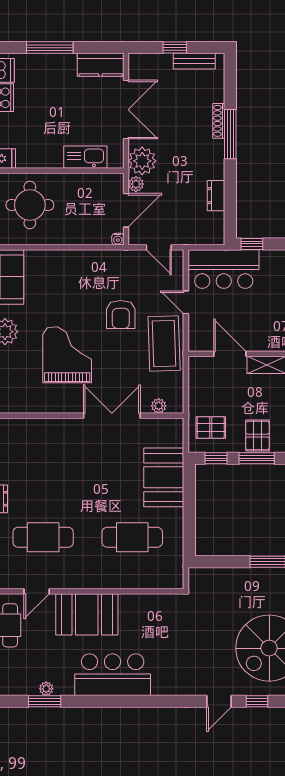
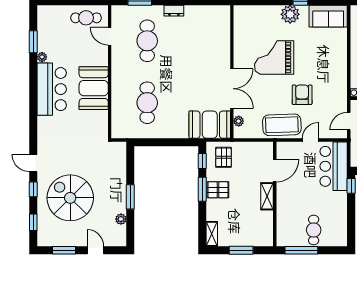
armchair: (121, 314) -> (302, 95), turned 90
grand piano: (67, 355) -> (274, 57), turned 180
booth: (164, 477) -> (210, 125), moved
booth: (87, 614) -> (94, 88), moved
plant: (46, 689) -> (42, 57), moved

